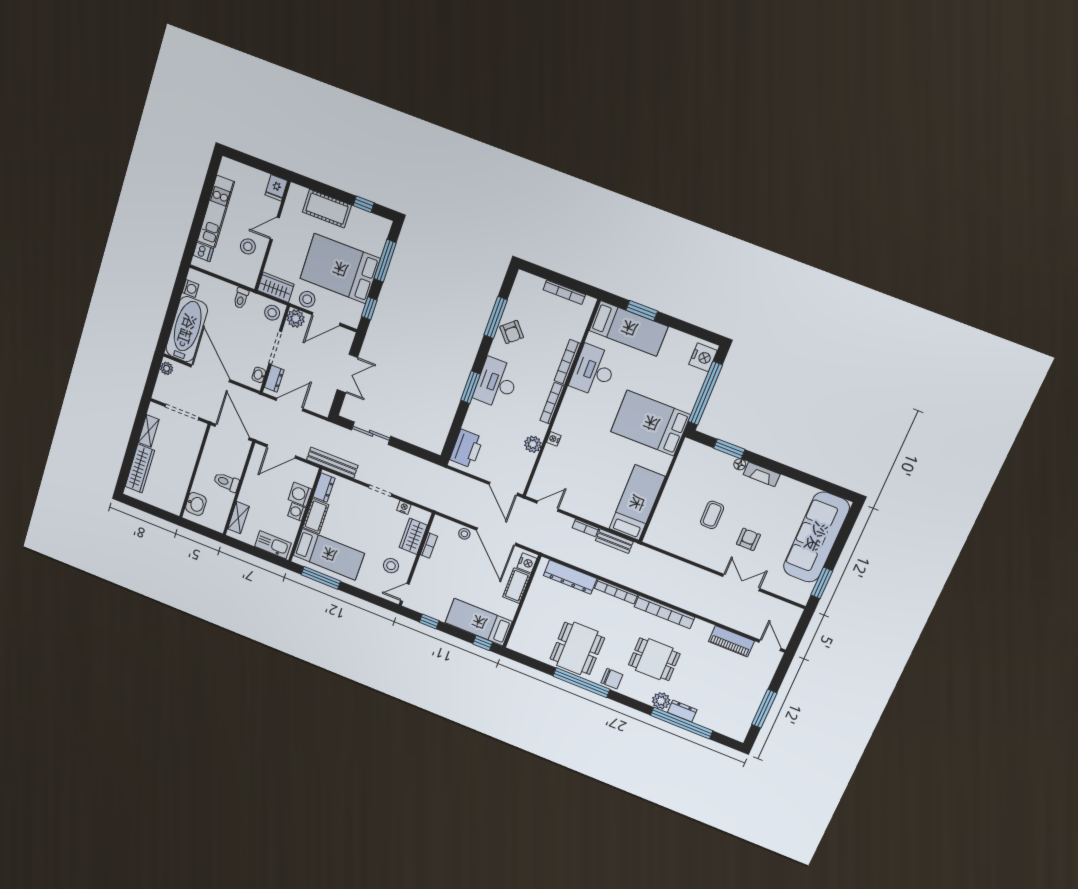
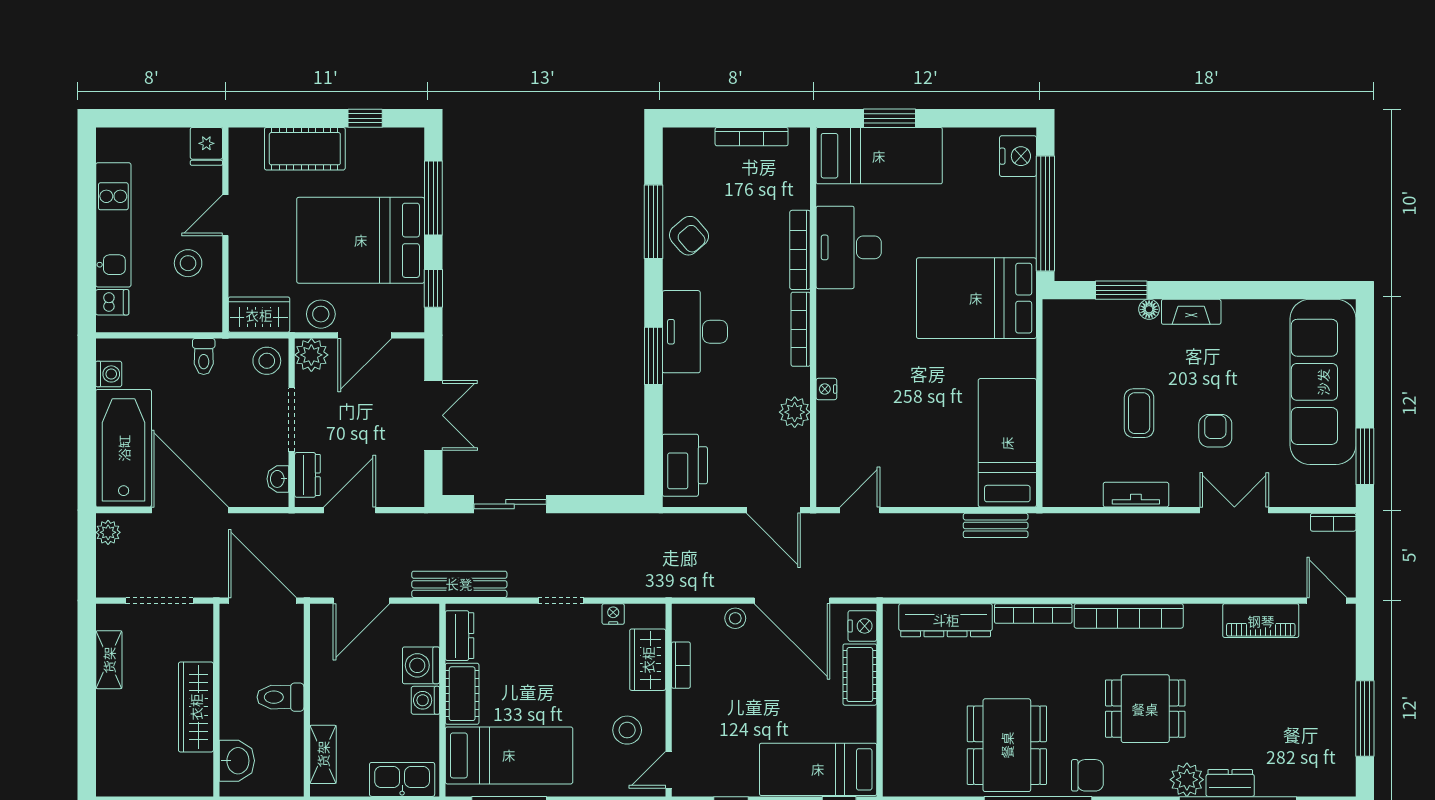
wardrobe: (140, 468) -> (196, 707), moved, turned 180
bookcase: (586, 528) -> (1333, 522), moved
tv unit: (693, 555) -> (1136, 495), added

